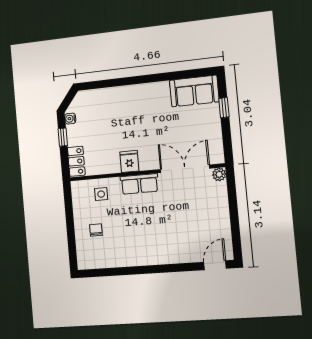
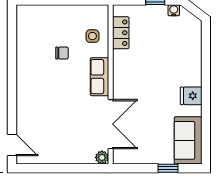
locker: (76, 161) -> (121, 33), moved, turned -90
fridge: (129, 161) -> (191, 96), moved, turned 180
chair: (96, 230) -> (62, 53), moved

